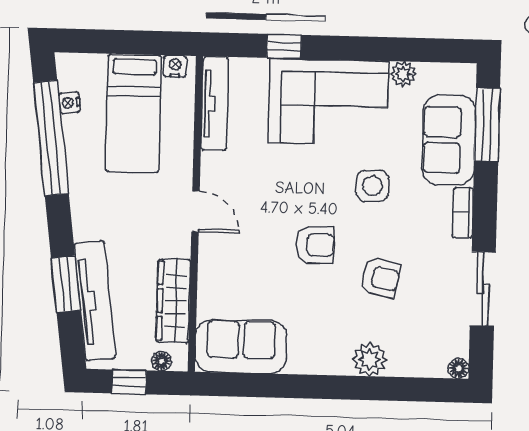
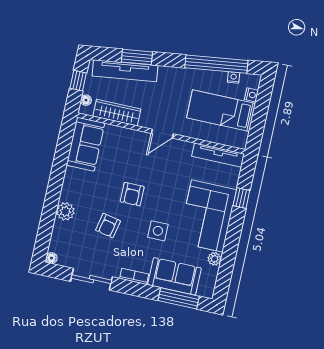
nightstand: (175, 66) -> (251, 95), moved

